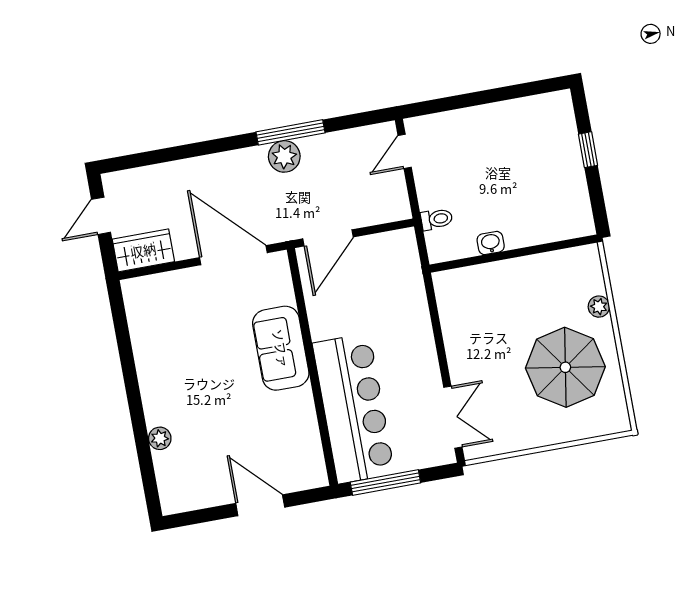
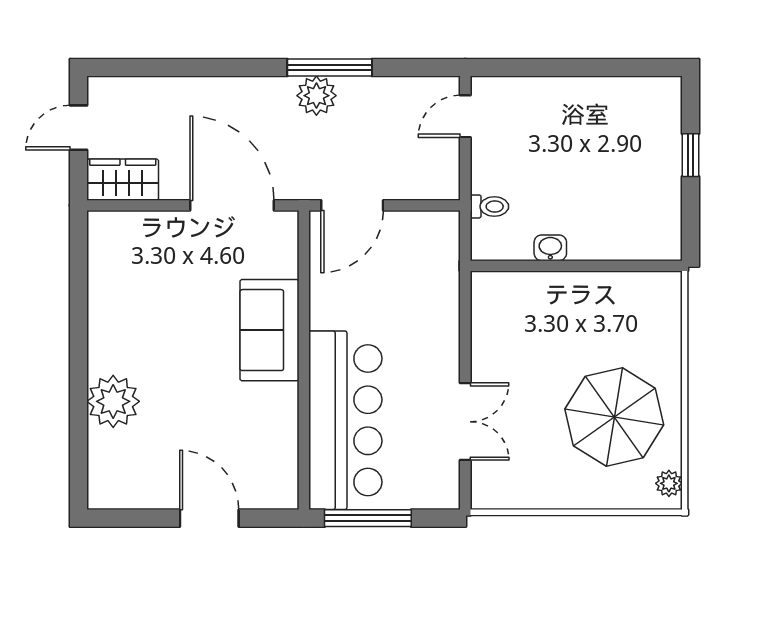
plant: (599, 307) -> (669, 483), moved
double door: (453, 417) -> (465, 422), moved
plant: (160, 438) -> (113, 401), width x1.88, depth x1.88

